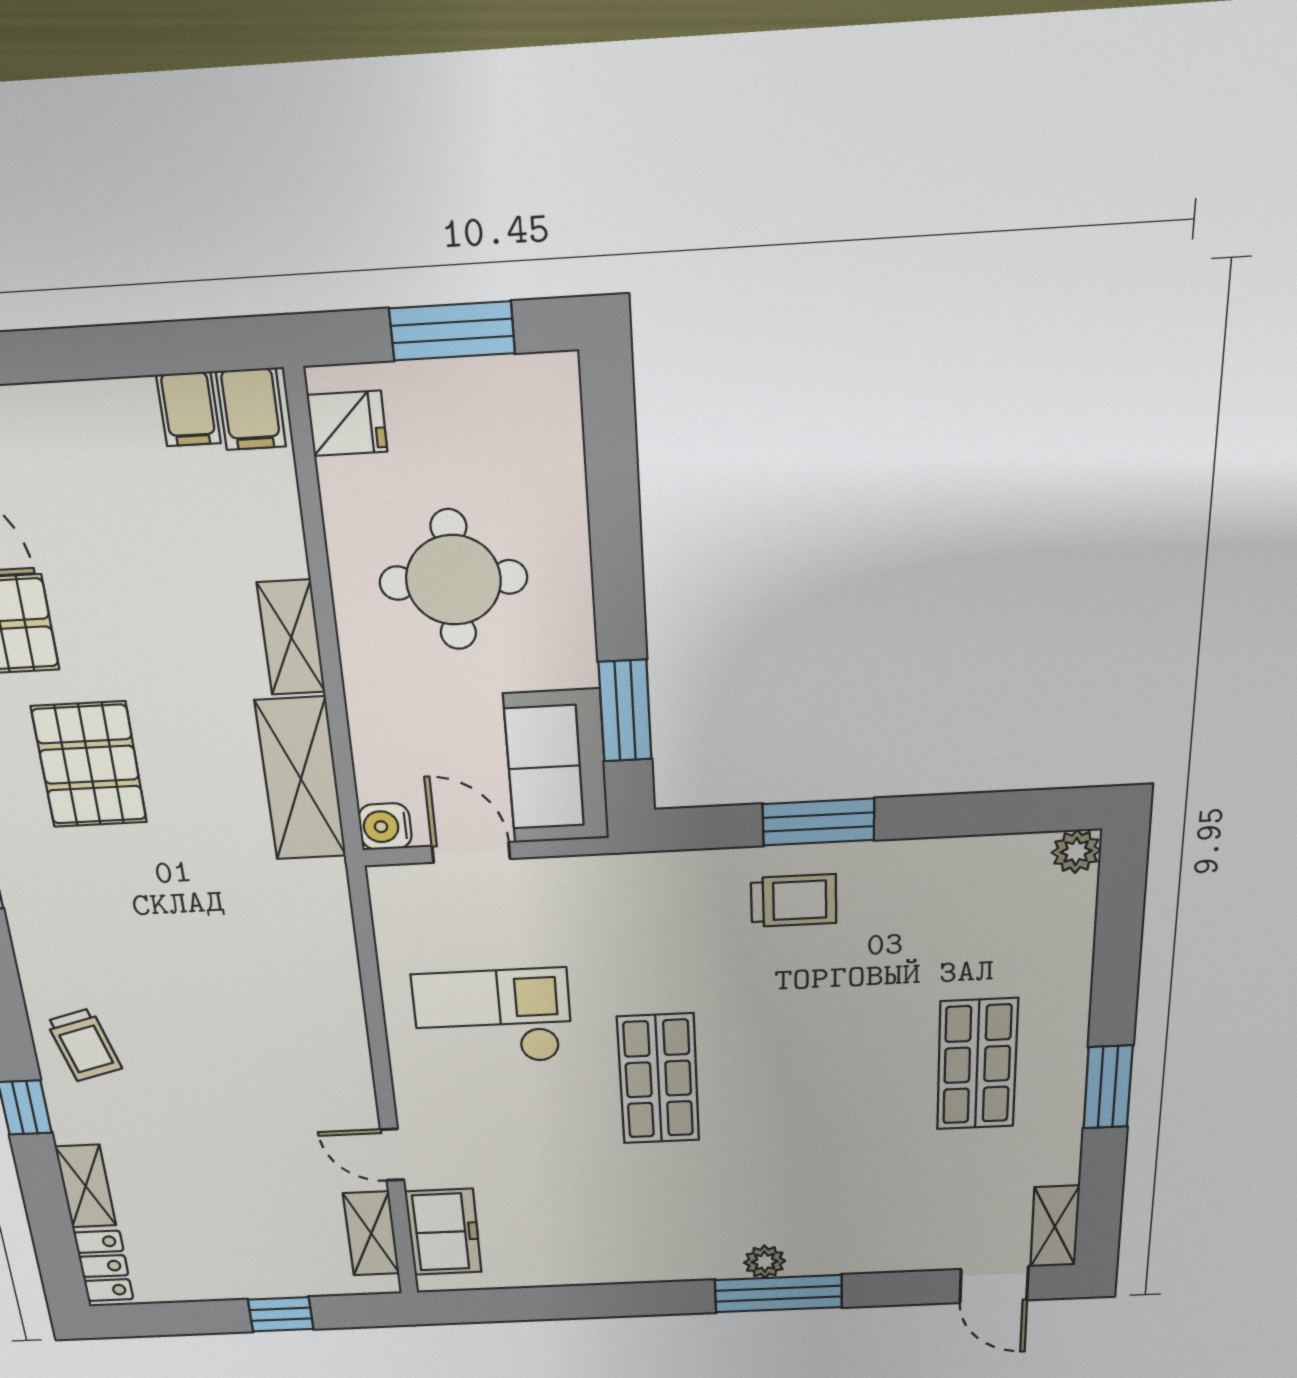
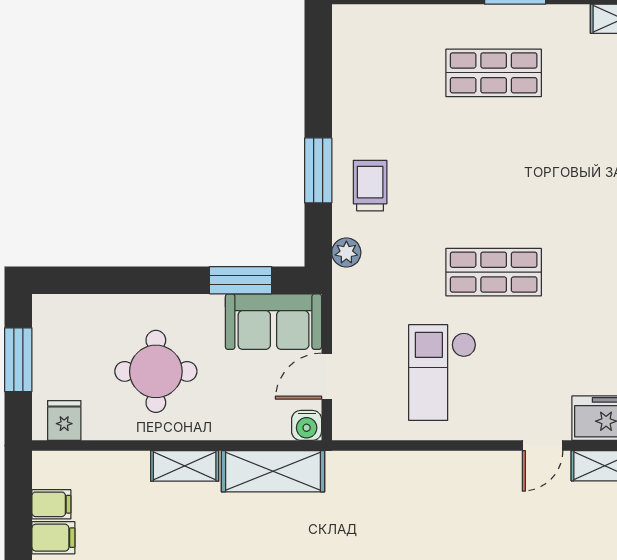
filing cabinet: (251, 409) -> (53, 538), moved
plant: (1076, 851) -> (346, 252), moved

